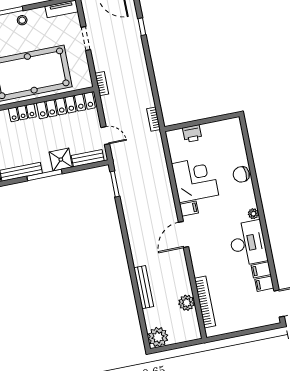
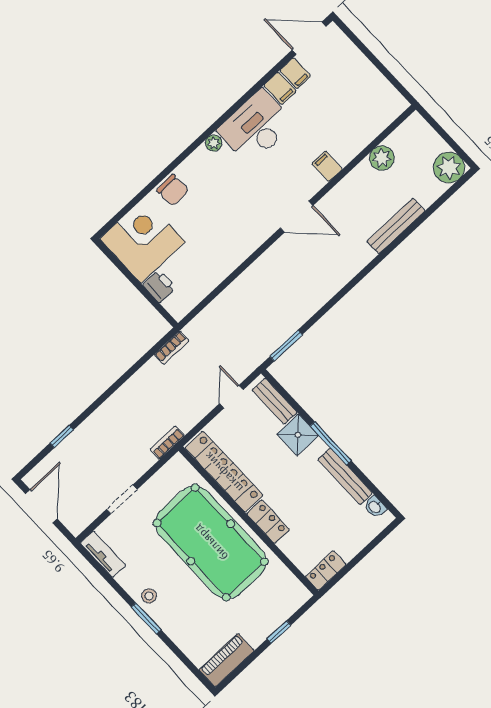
corner desk: (195, 179) -> (142, 240), moved, turned 90
filing cabinet: (189, 209) -> (327, 166), moved
bookcase: (205, 302) -> (366, 135), removed

